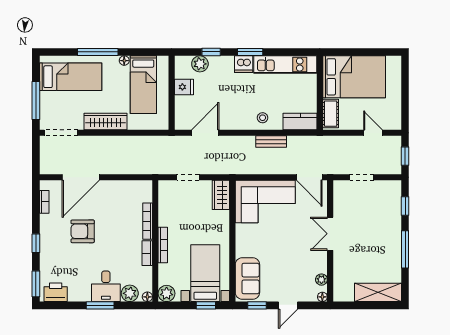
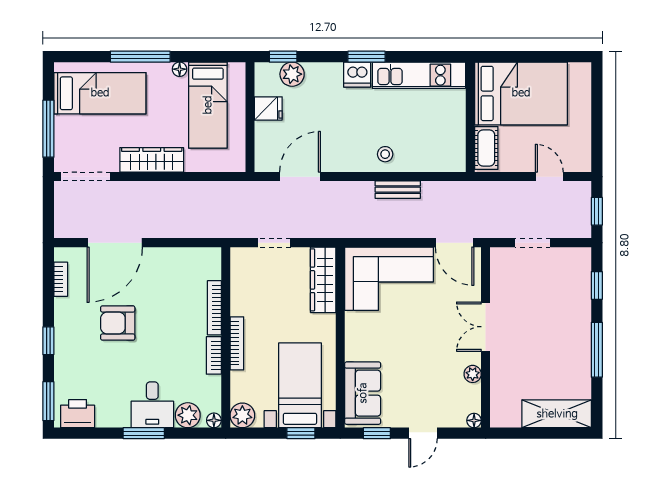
window: (211, 52) -> (283, 57), moved
kitchen counter: (300, 121) -> (441, 160), removed
wardrobe: (221, 195) -> (323, 280), width x1.50
plant: (321, 280) -> (473, 374), moved

